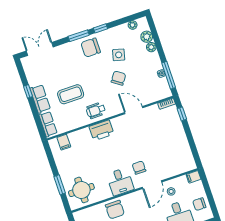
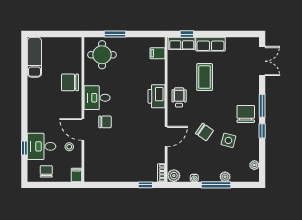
plant: (147, 37) -> (174, 176), moved
window: (169, 75) -> (216, 185), moved
window: (28, 91) -> (187, 34), moved

